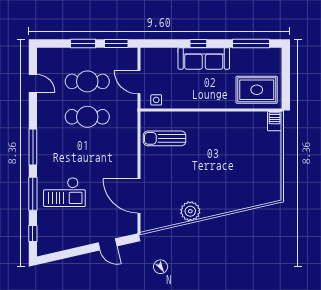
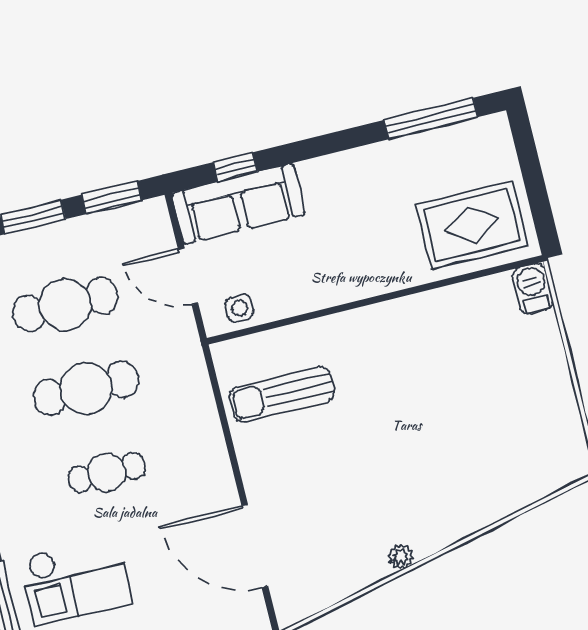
window: (198, 43) -> (235, 167), moved
sofa: (204, 58) -> (238, 204), moved
cafe table: (87, 152) -> (107, 472), added
plant: (190, 211) -> (401, 557), width x0.53, depth x0.53

